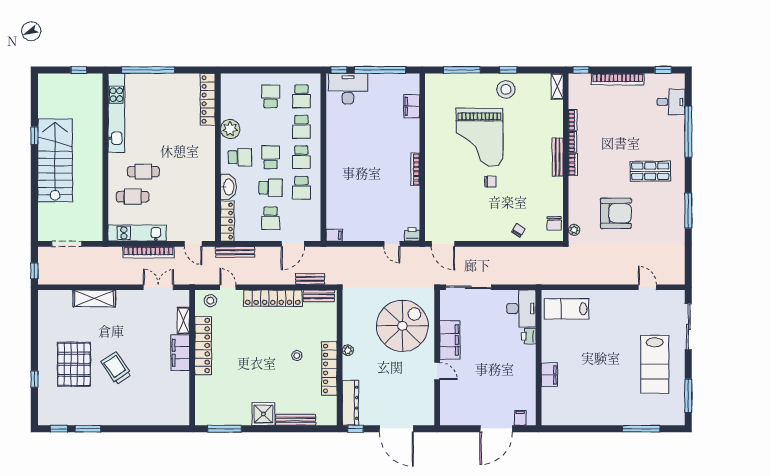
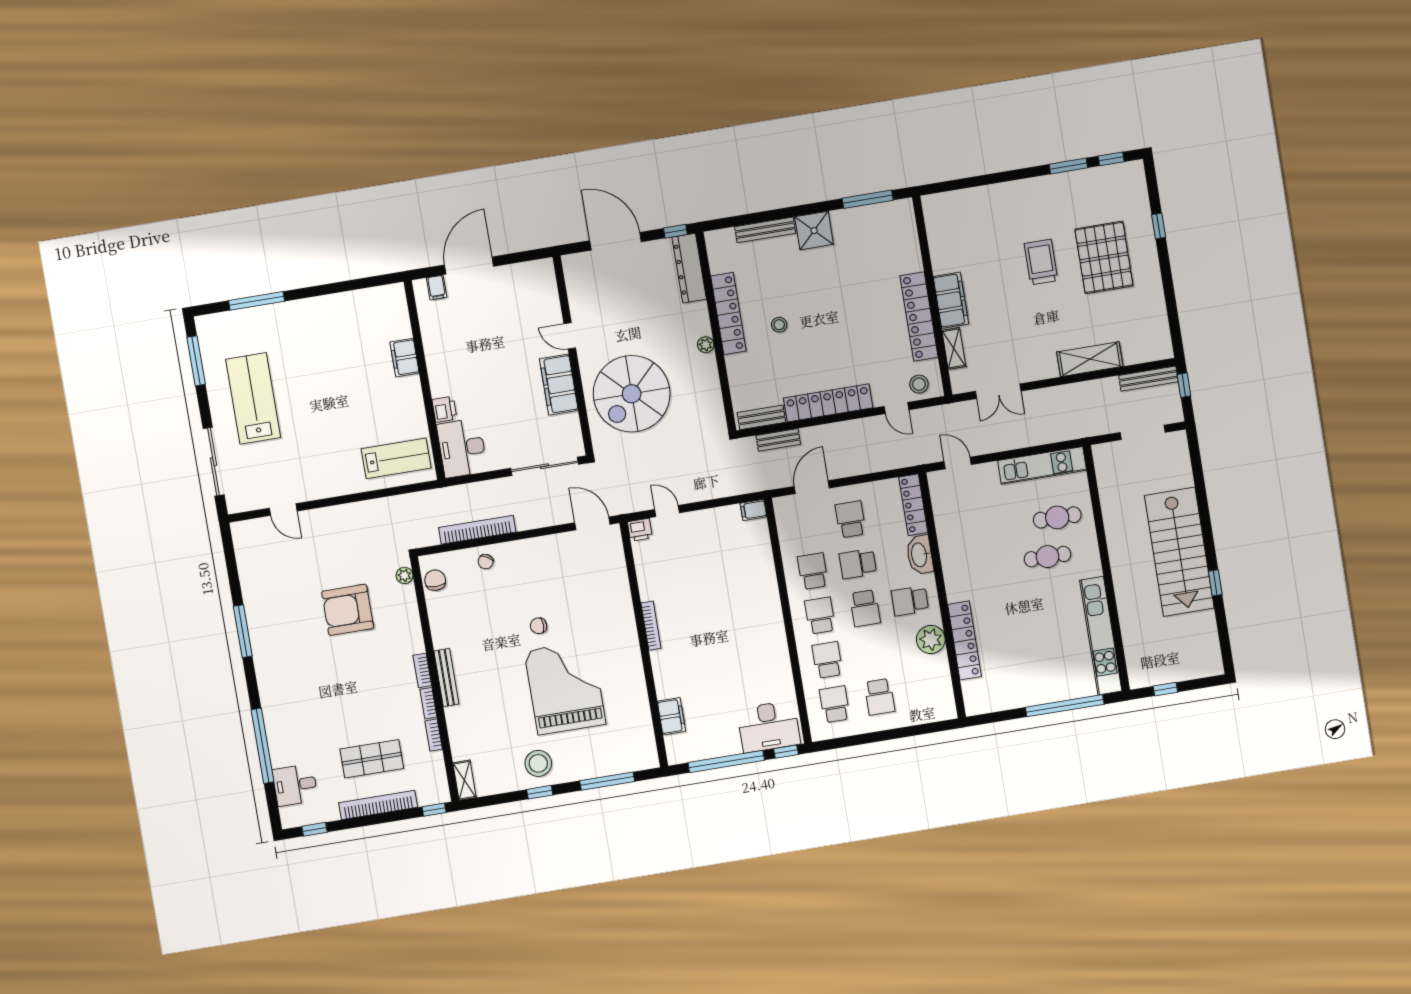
locker: (208, 99) -> (965, 640), moved
shop shelf: (650, 171) -> (372, 759), moved
bookcase: (149, 252) -> (477, 530), moved
bench: (235, 252) -> (1148, 379), moved
trolley: (116, 368) -> (1041, 262), turned -146

